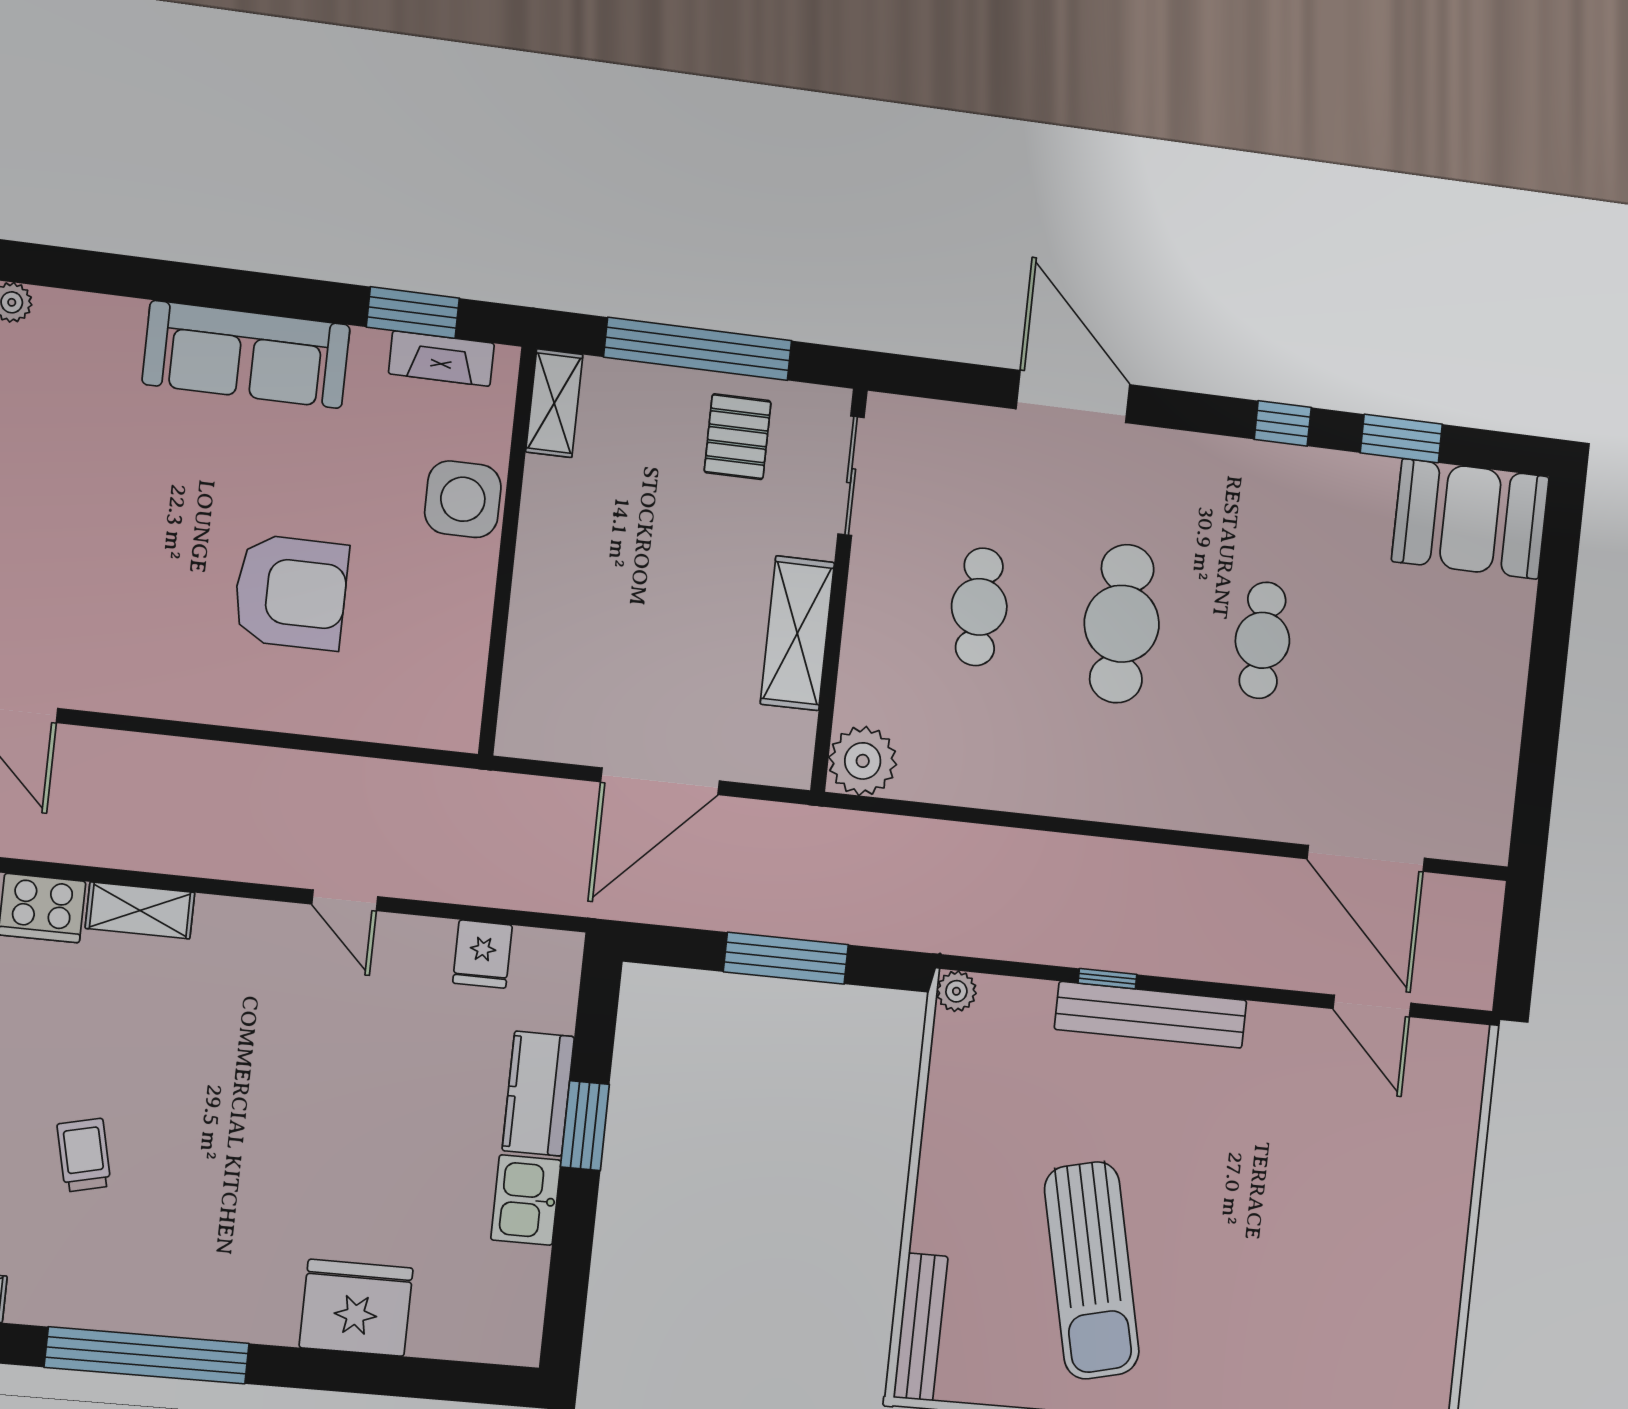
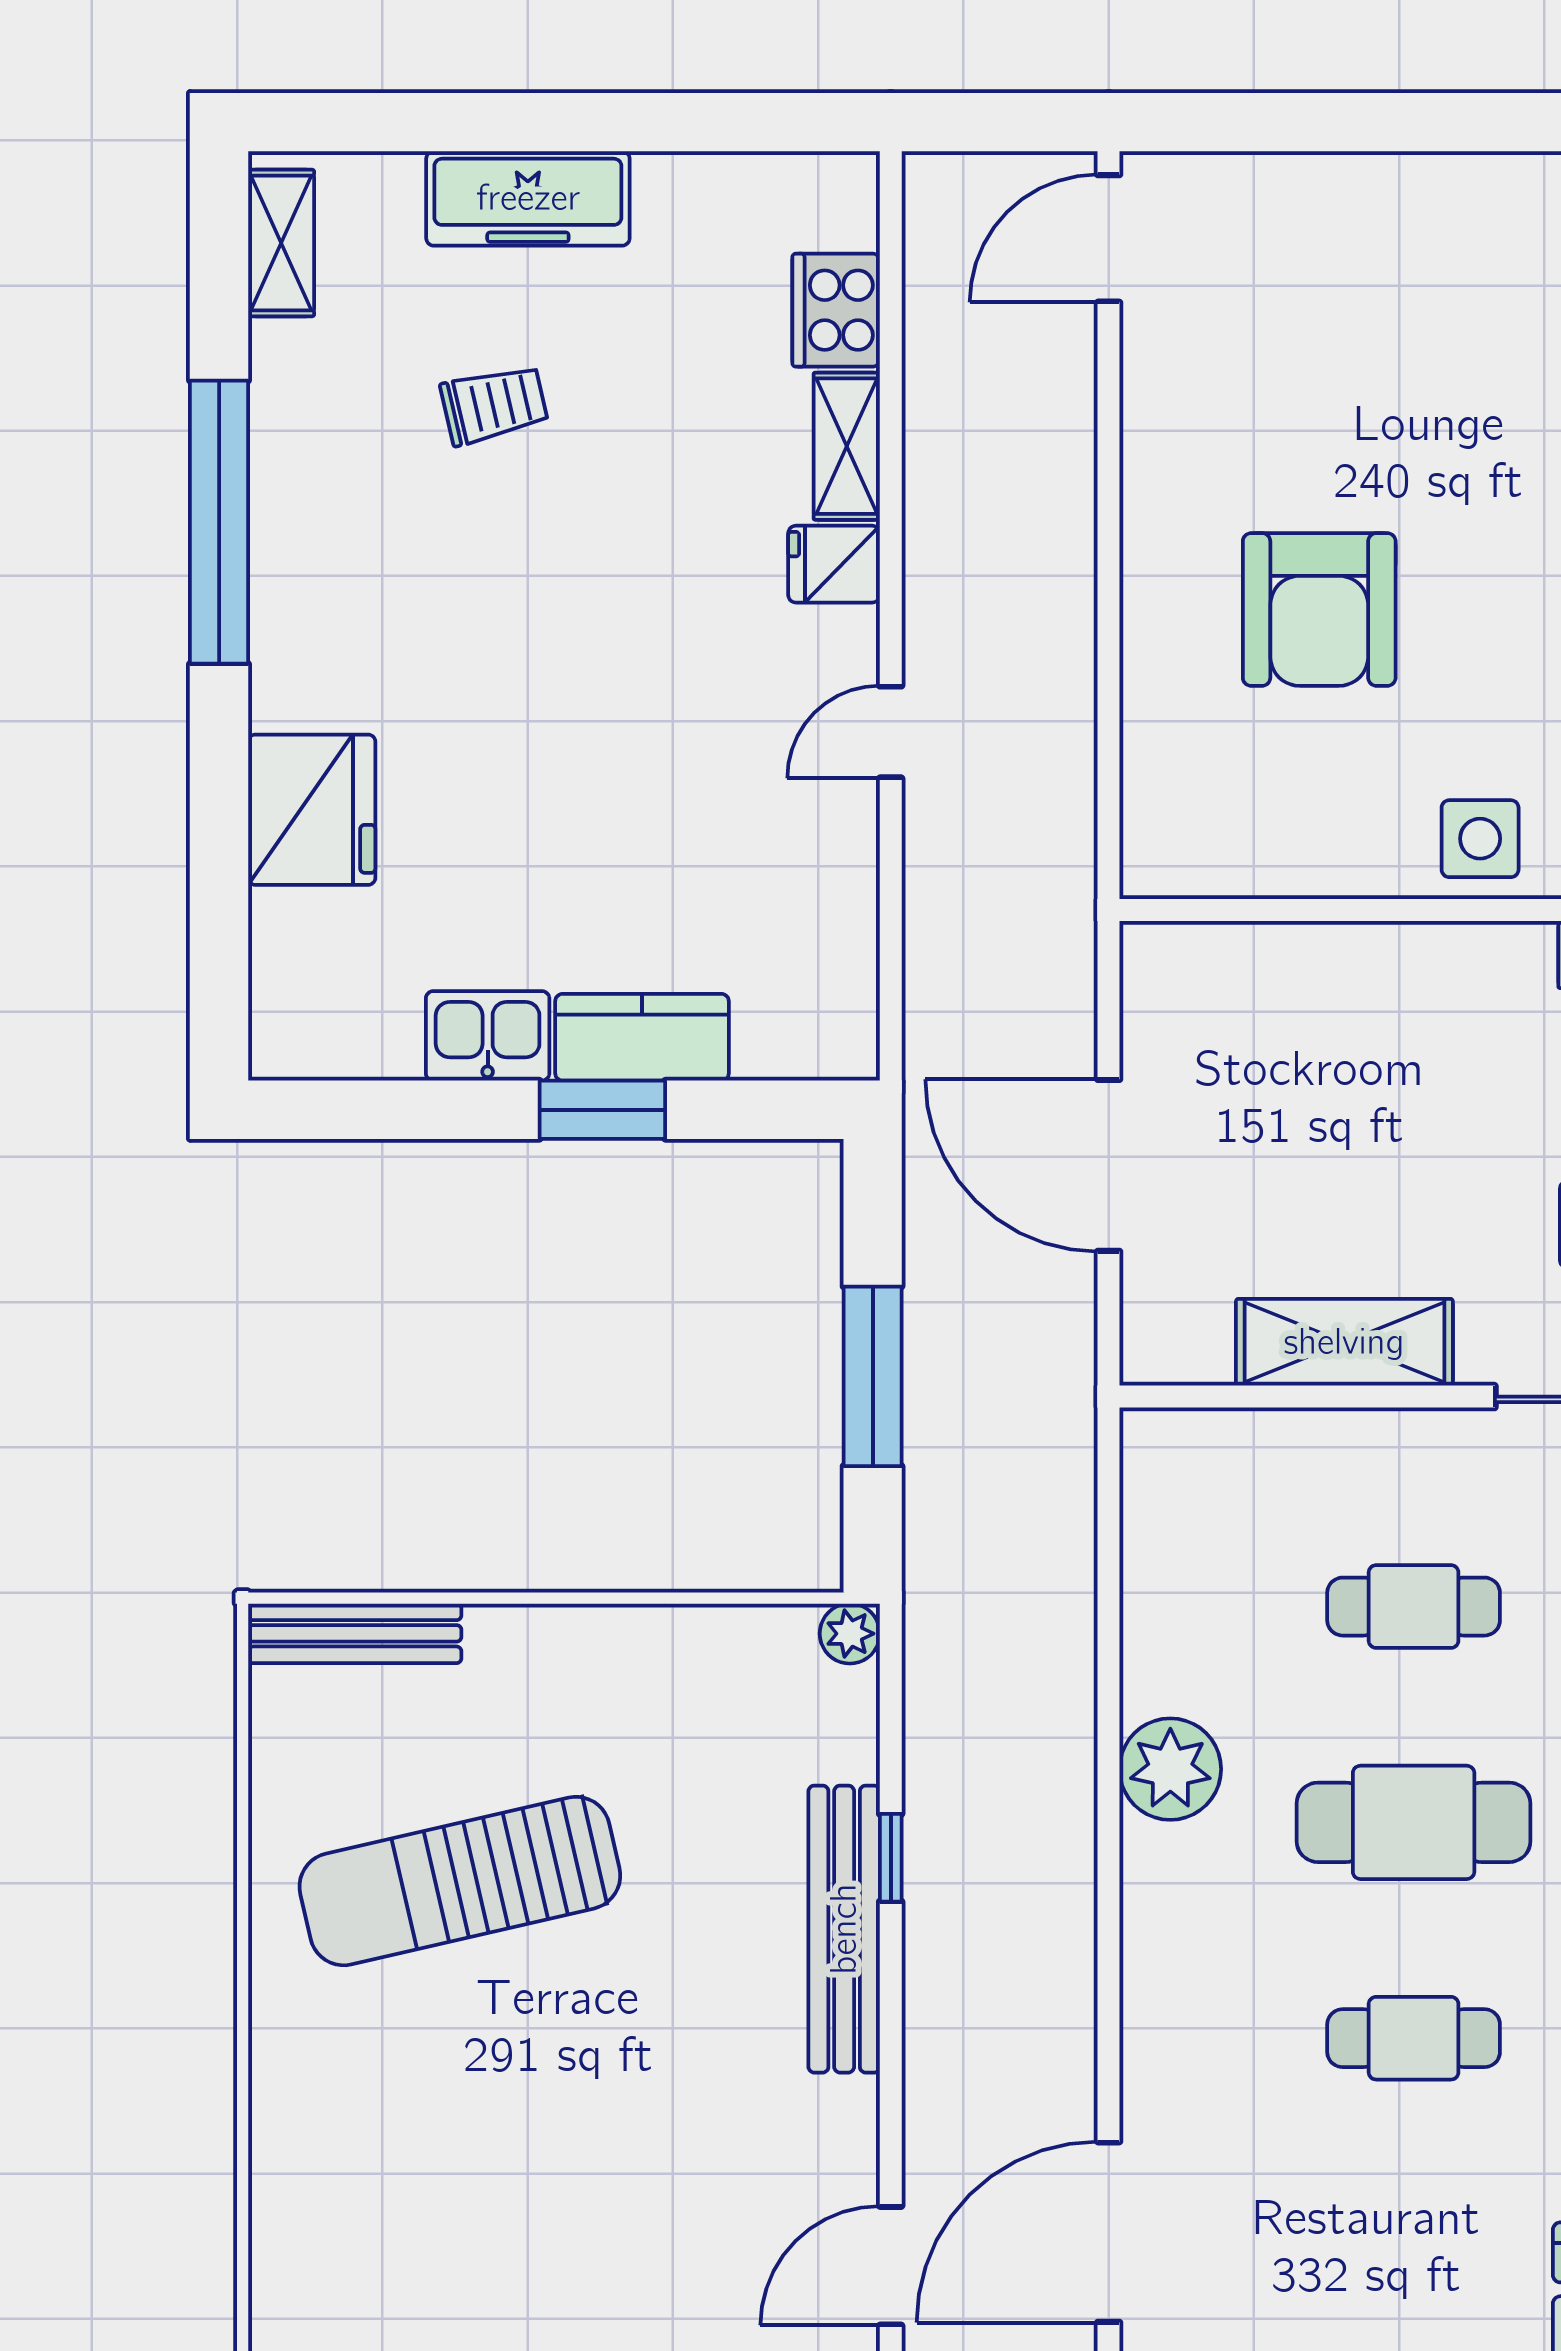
side table: (463, 499) -> (1480, 839), width x0.73, depth x0.73
plant: (863, 761) -> (1170, 1769), moved
fridge: (482, 954) -> (834, 564), moved

